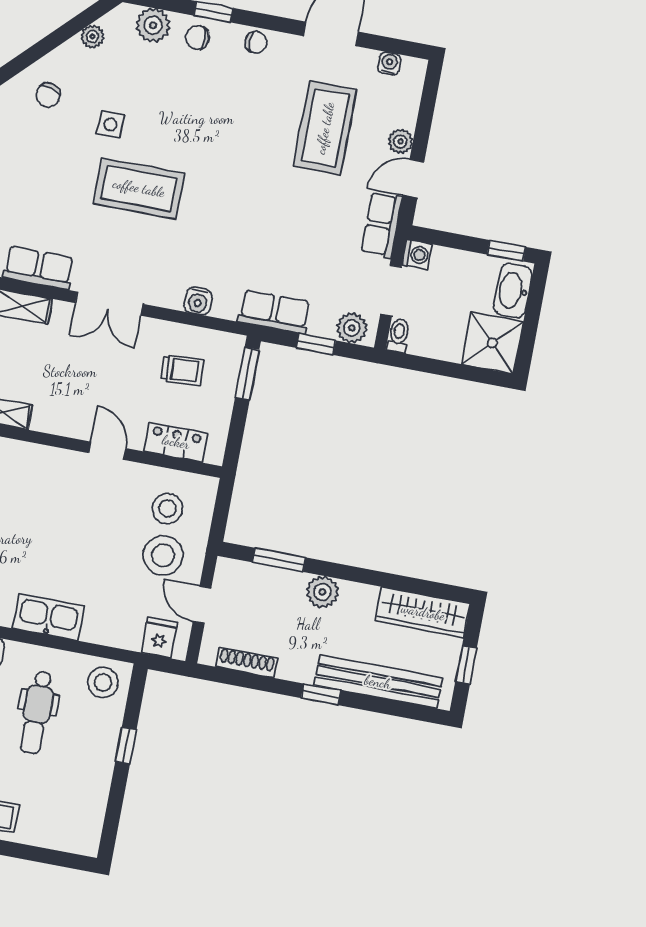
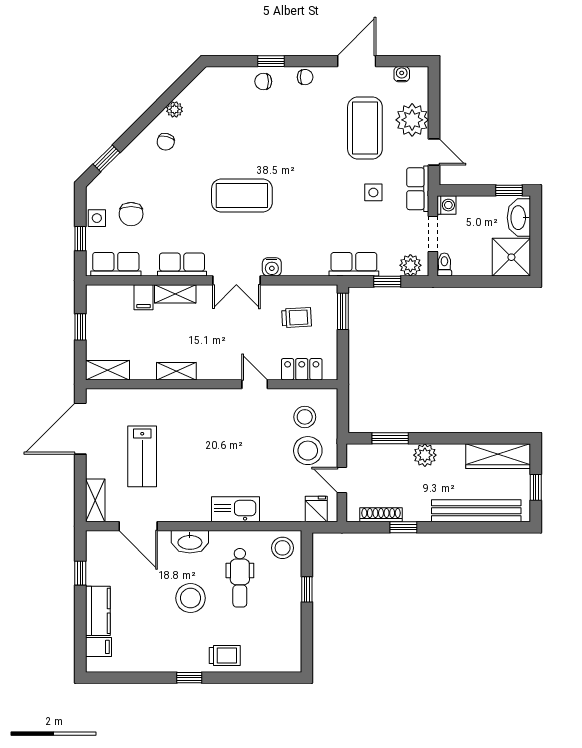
plant: (153, 25) -> (230, 79), removed
plant: (92, 37) -> (174, 109), moved
side table: (111, 124) -> (373, 192), moved
plant: (400, 141) -> (412, 120), width x1.88, depth x1.88
door: (414, 179) -> (434, 152), swing flipped
water cooler: (198, 301) -> (272, 267), moved
window: (321, 694) -> (403, 527), moved

